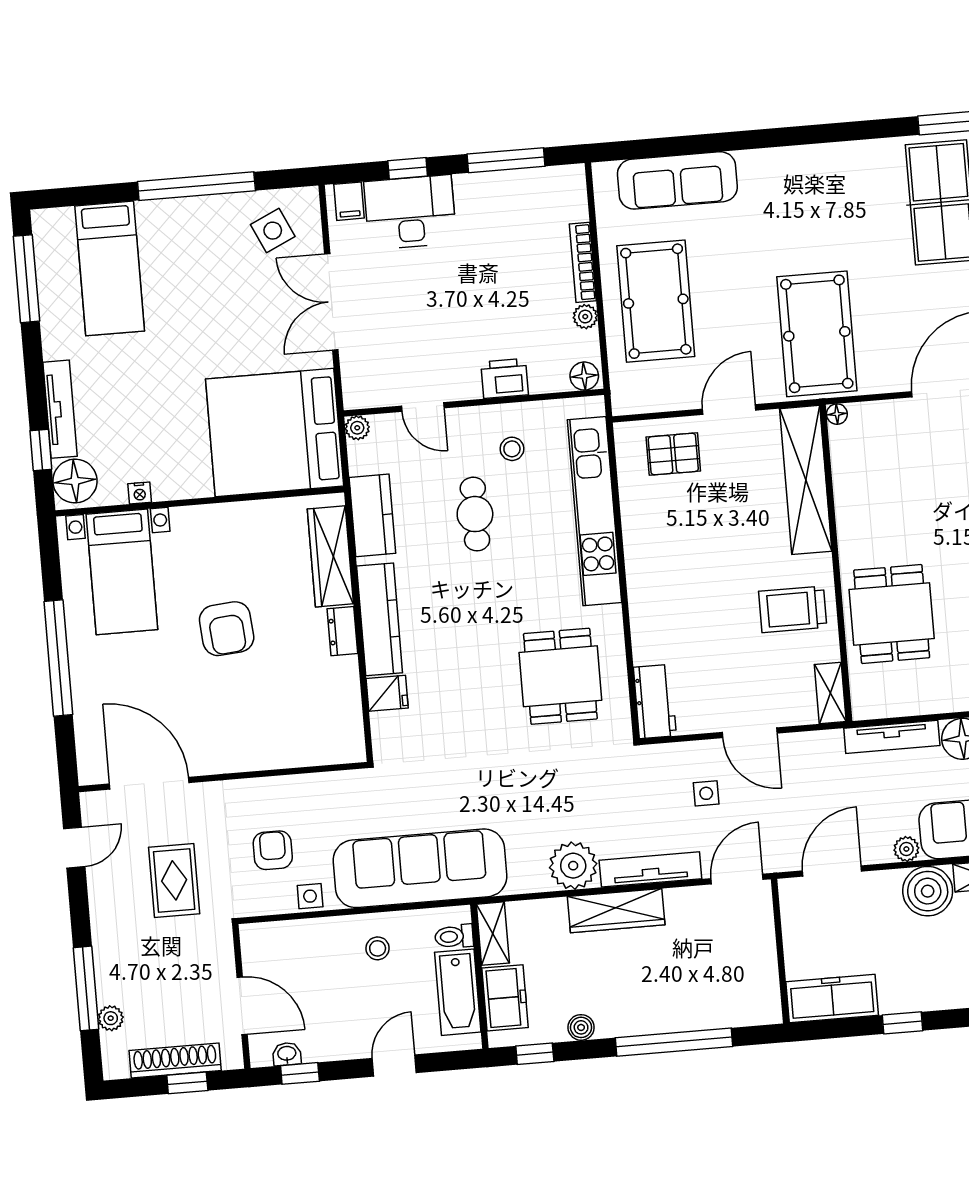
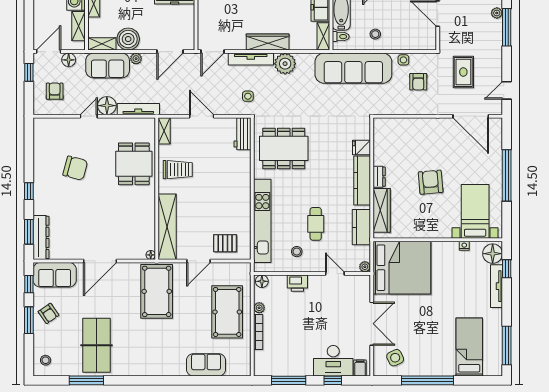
sofa: (677, 180) -> (206, 365), width x0.73
dining table: (560, 676) -> (284, 148), width x1.38
side table: (706, 793) -> (248, 96), moved

